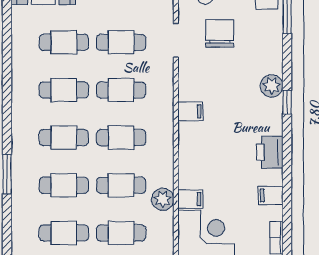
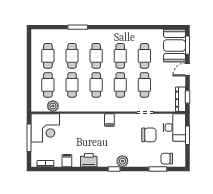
plant: (163, 199) -> (53, 106), moved
filing cabinet: (190, 199) -> (65, 120), removed

